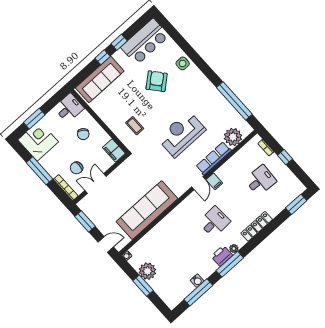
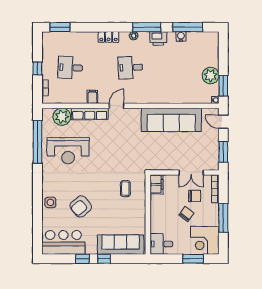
chair: (83, 134) -> (186, 214), moved
reception desk: (181, 134) -> (68, 151), moved
filing cabinet: (214, 181) -> (92, 97), moved
locker: (257, 226) -> (108, 37), width x0.66
printer: (222, 256) -> (158, 38), moved
window: (143, 286) -> (223, 86), moved

